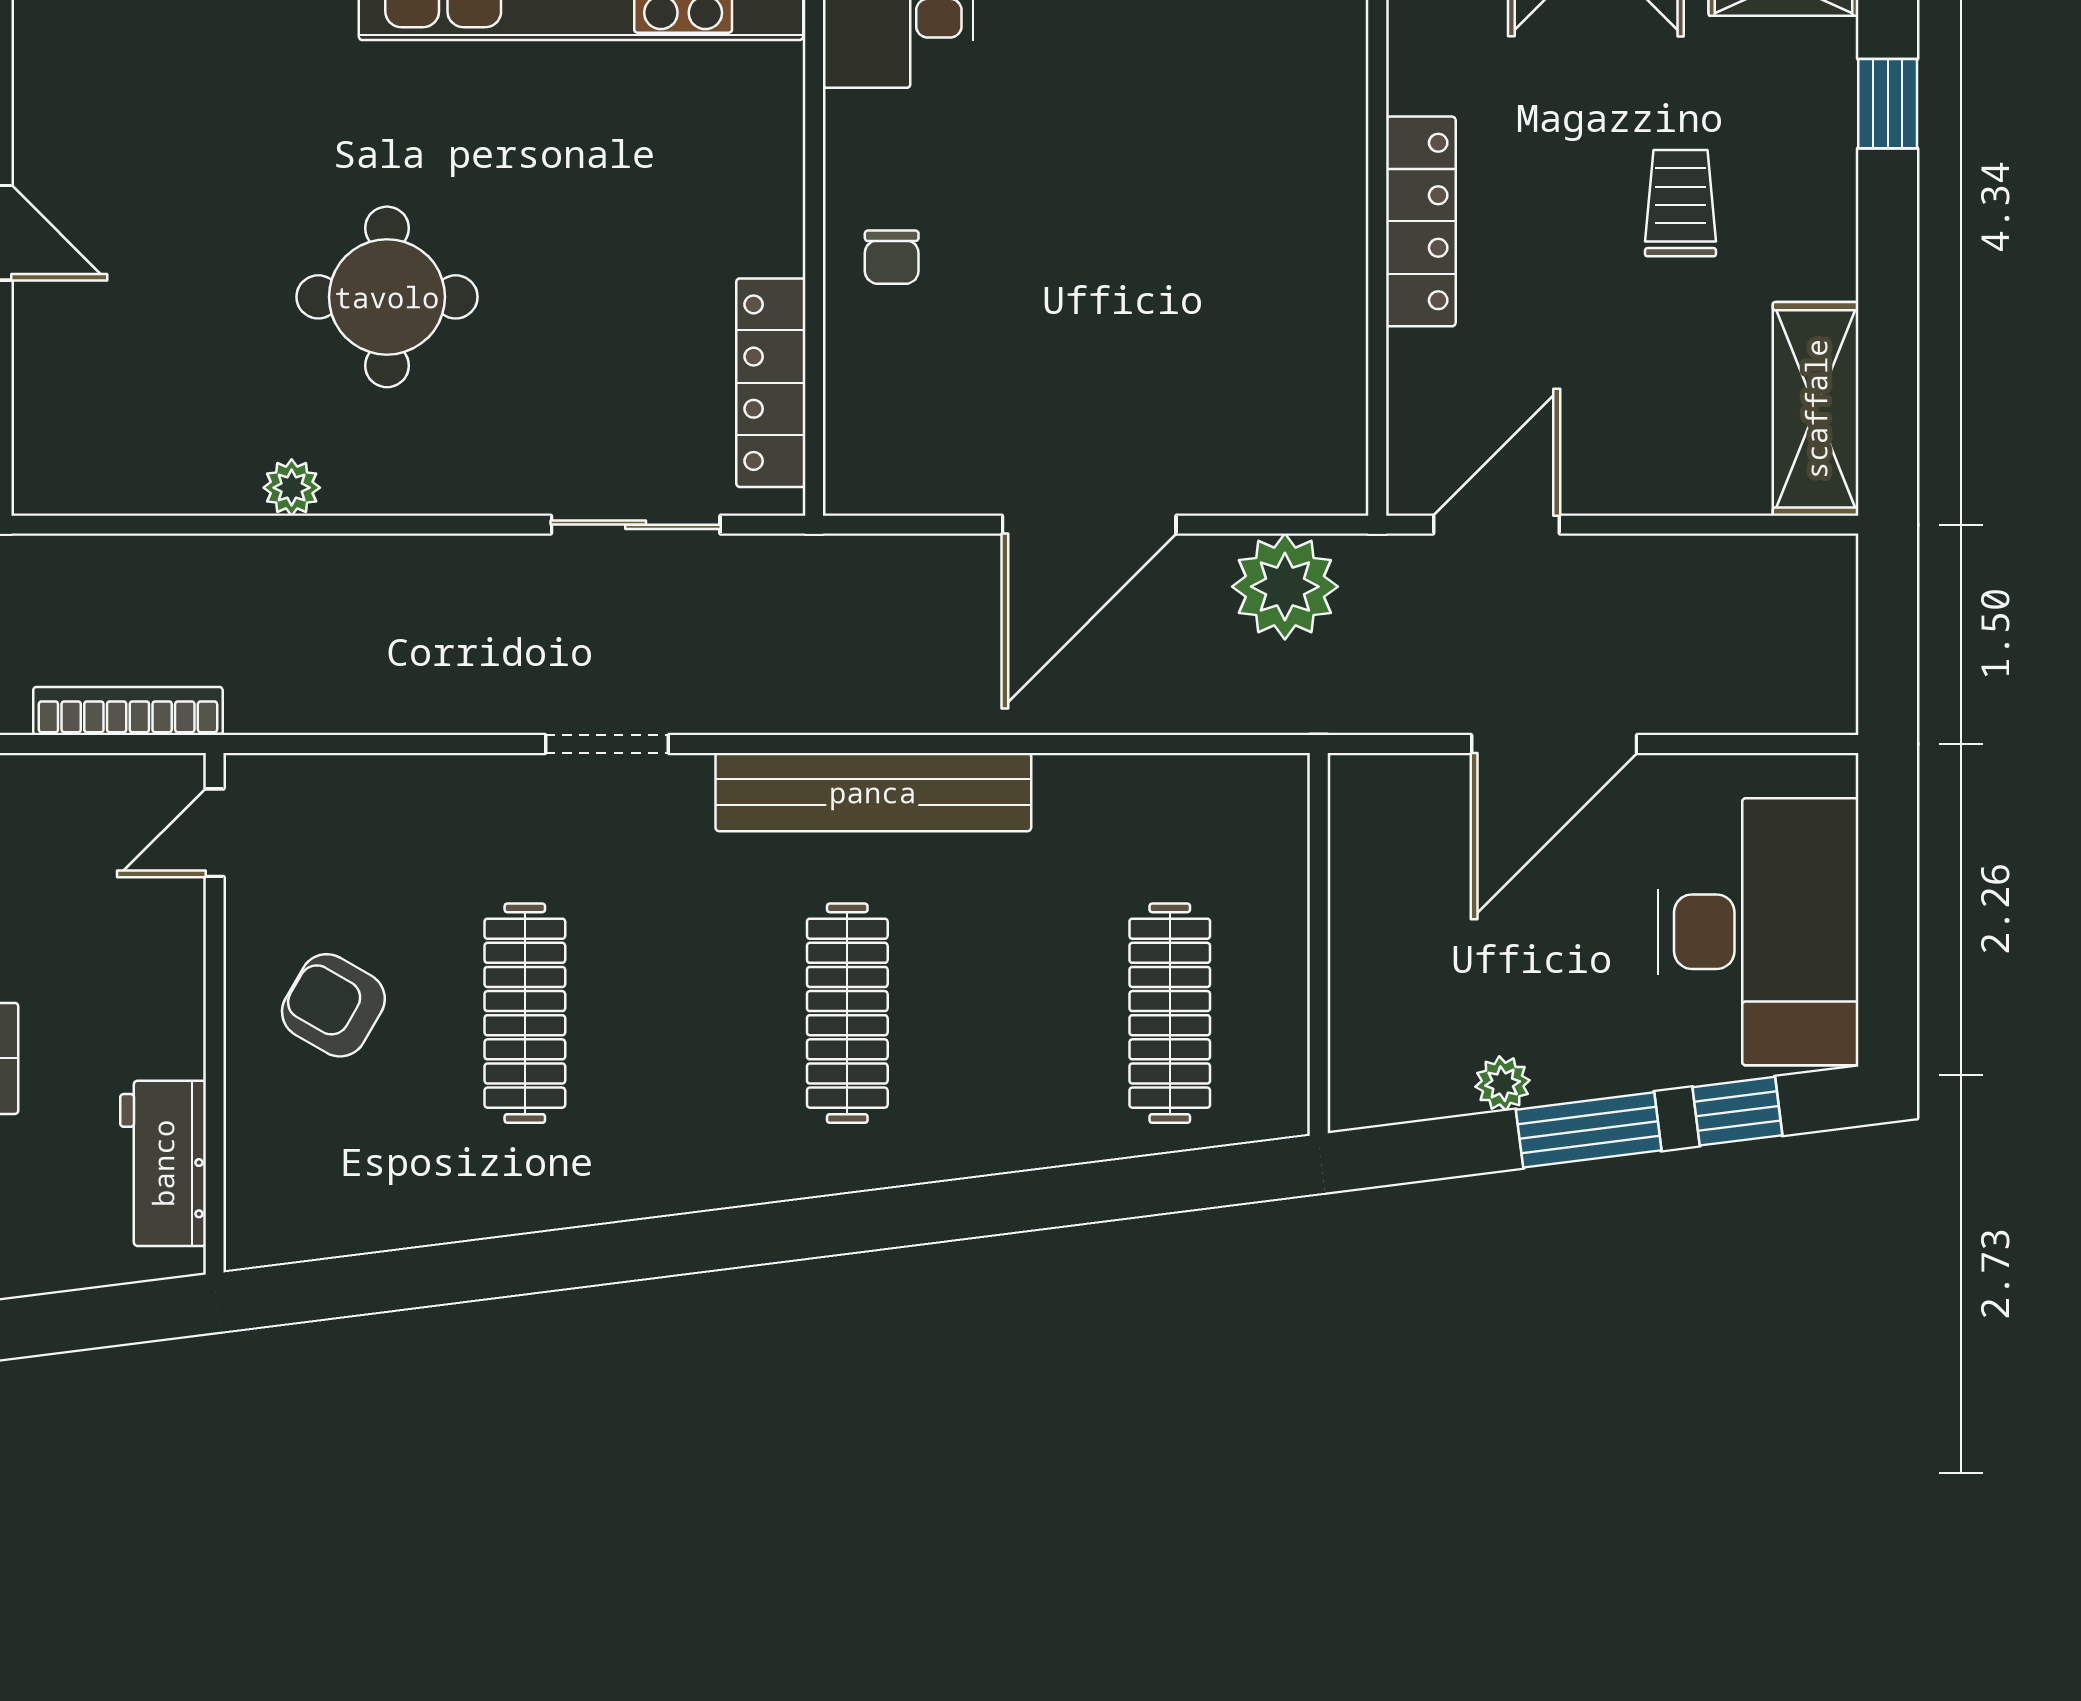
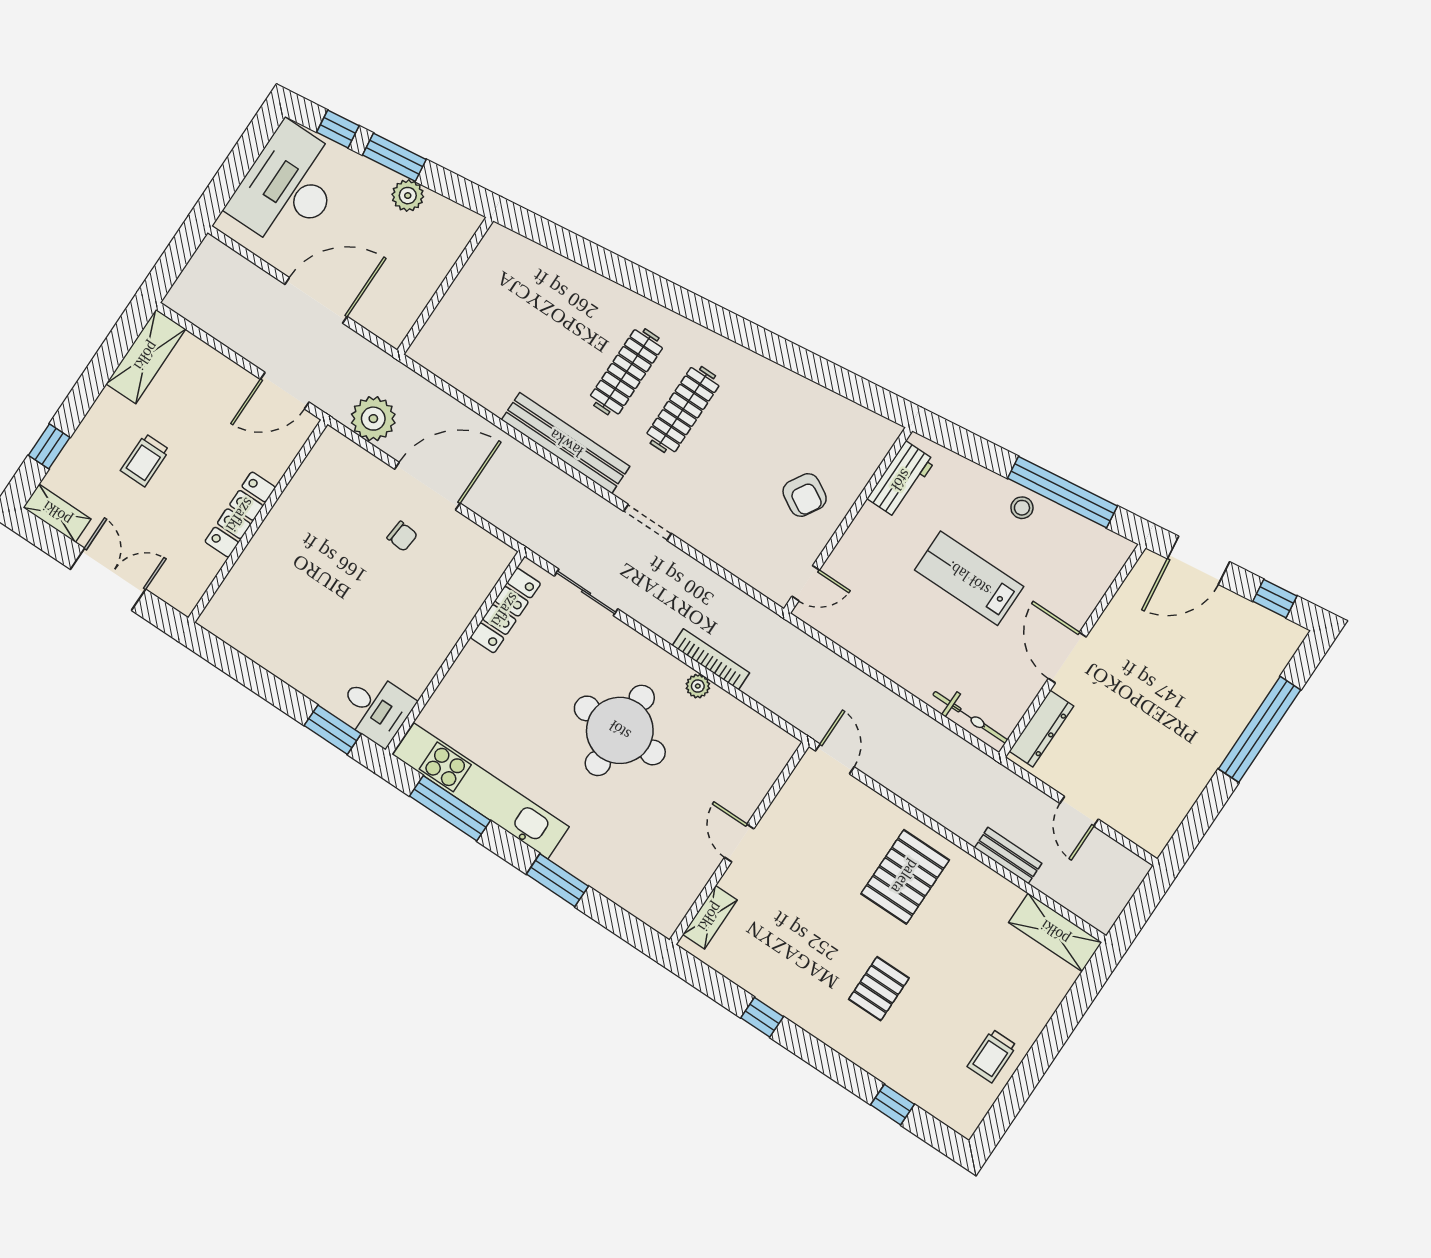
chair: (892, 257) -> (402, 536), moved, turned 95
round table: (387, 297) -> (620, 730), width x1.36, depth x1.36
bookcase: (128, 711) -> (711, 659), moved, turned 180
clothes rail: (525, 1013) -> (683, 410), moved
clothes rail: (1170, 1013) -> (514, 296), removed
plant: (1503, 1084) -> (408, 196), width x1.38, depth x1.38

